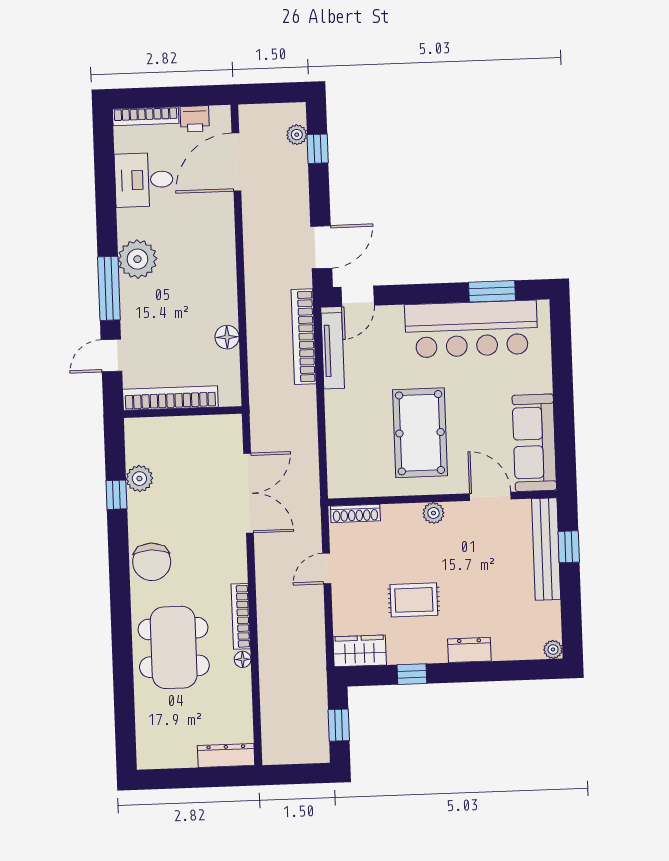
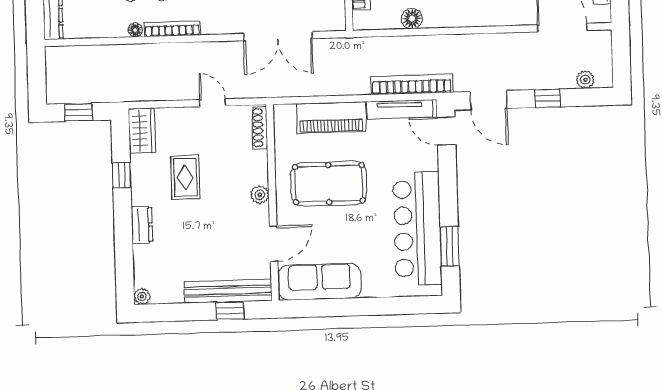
window: (318, 149) -> (548, 98), moved
piano: (343, 431) -> (331, 118), added

